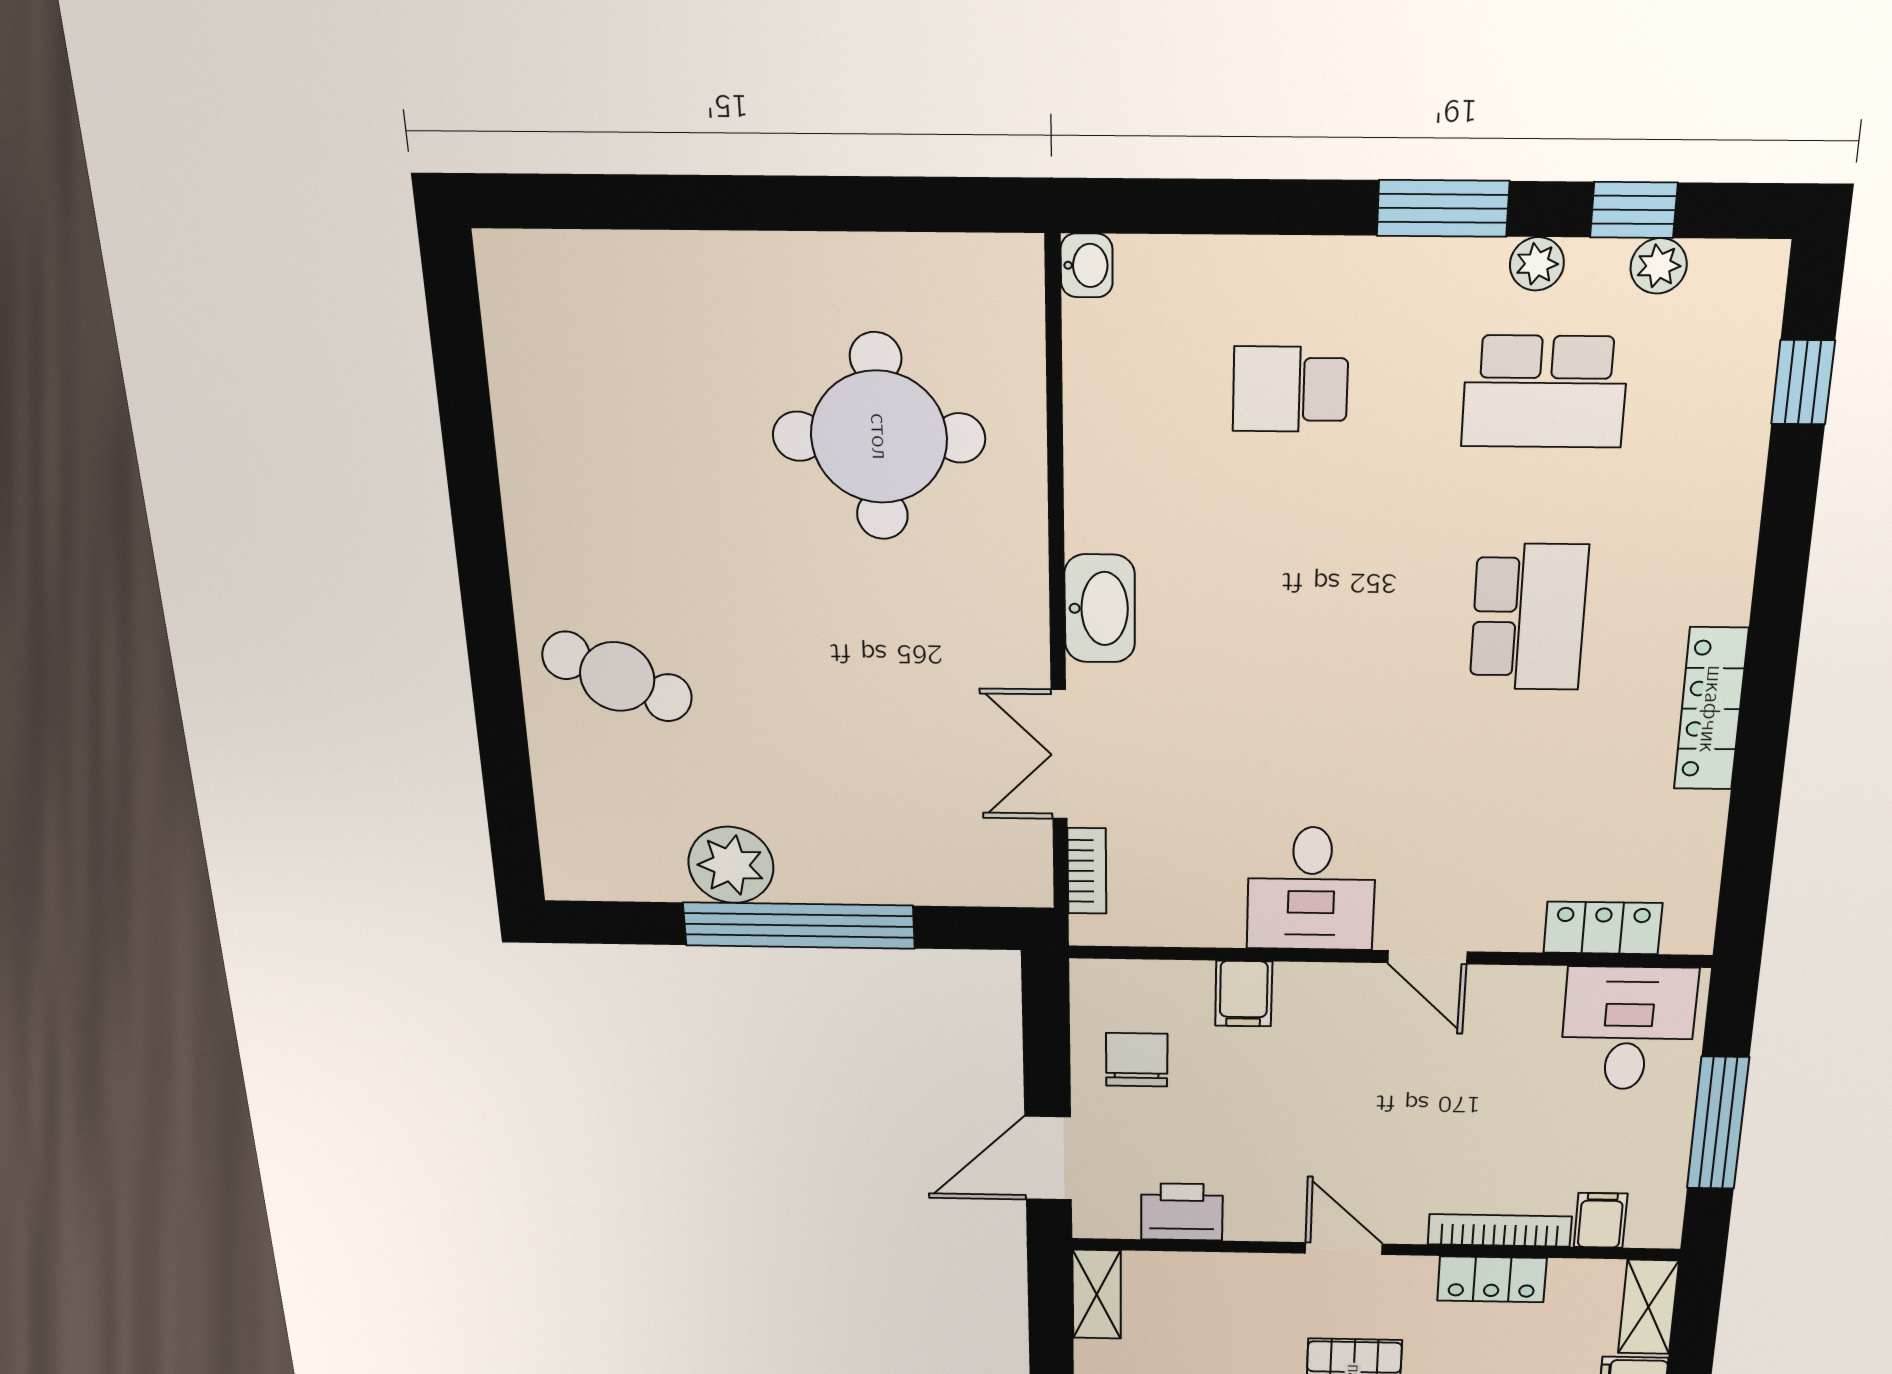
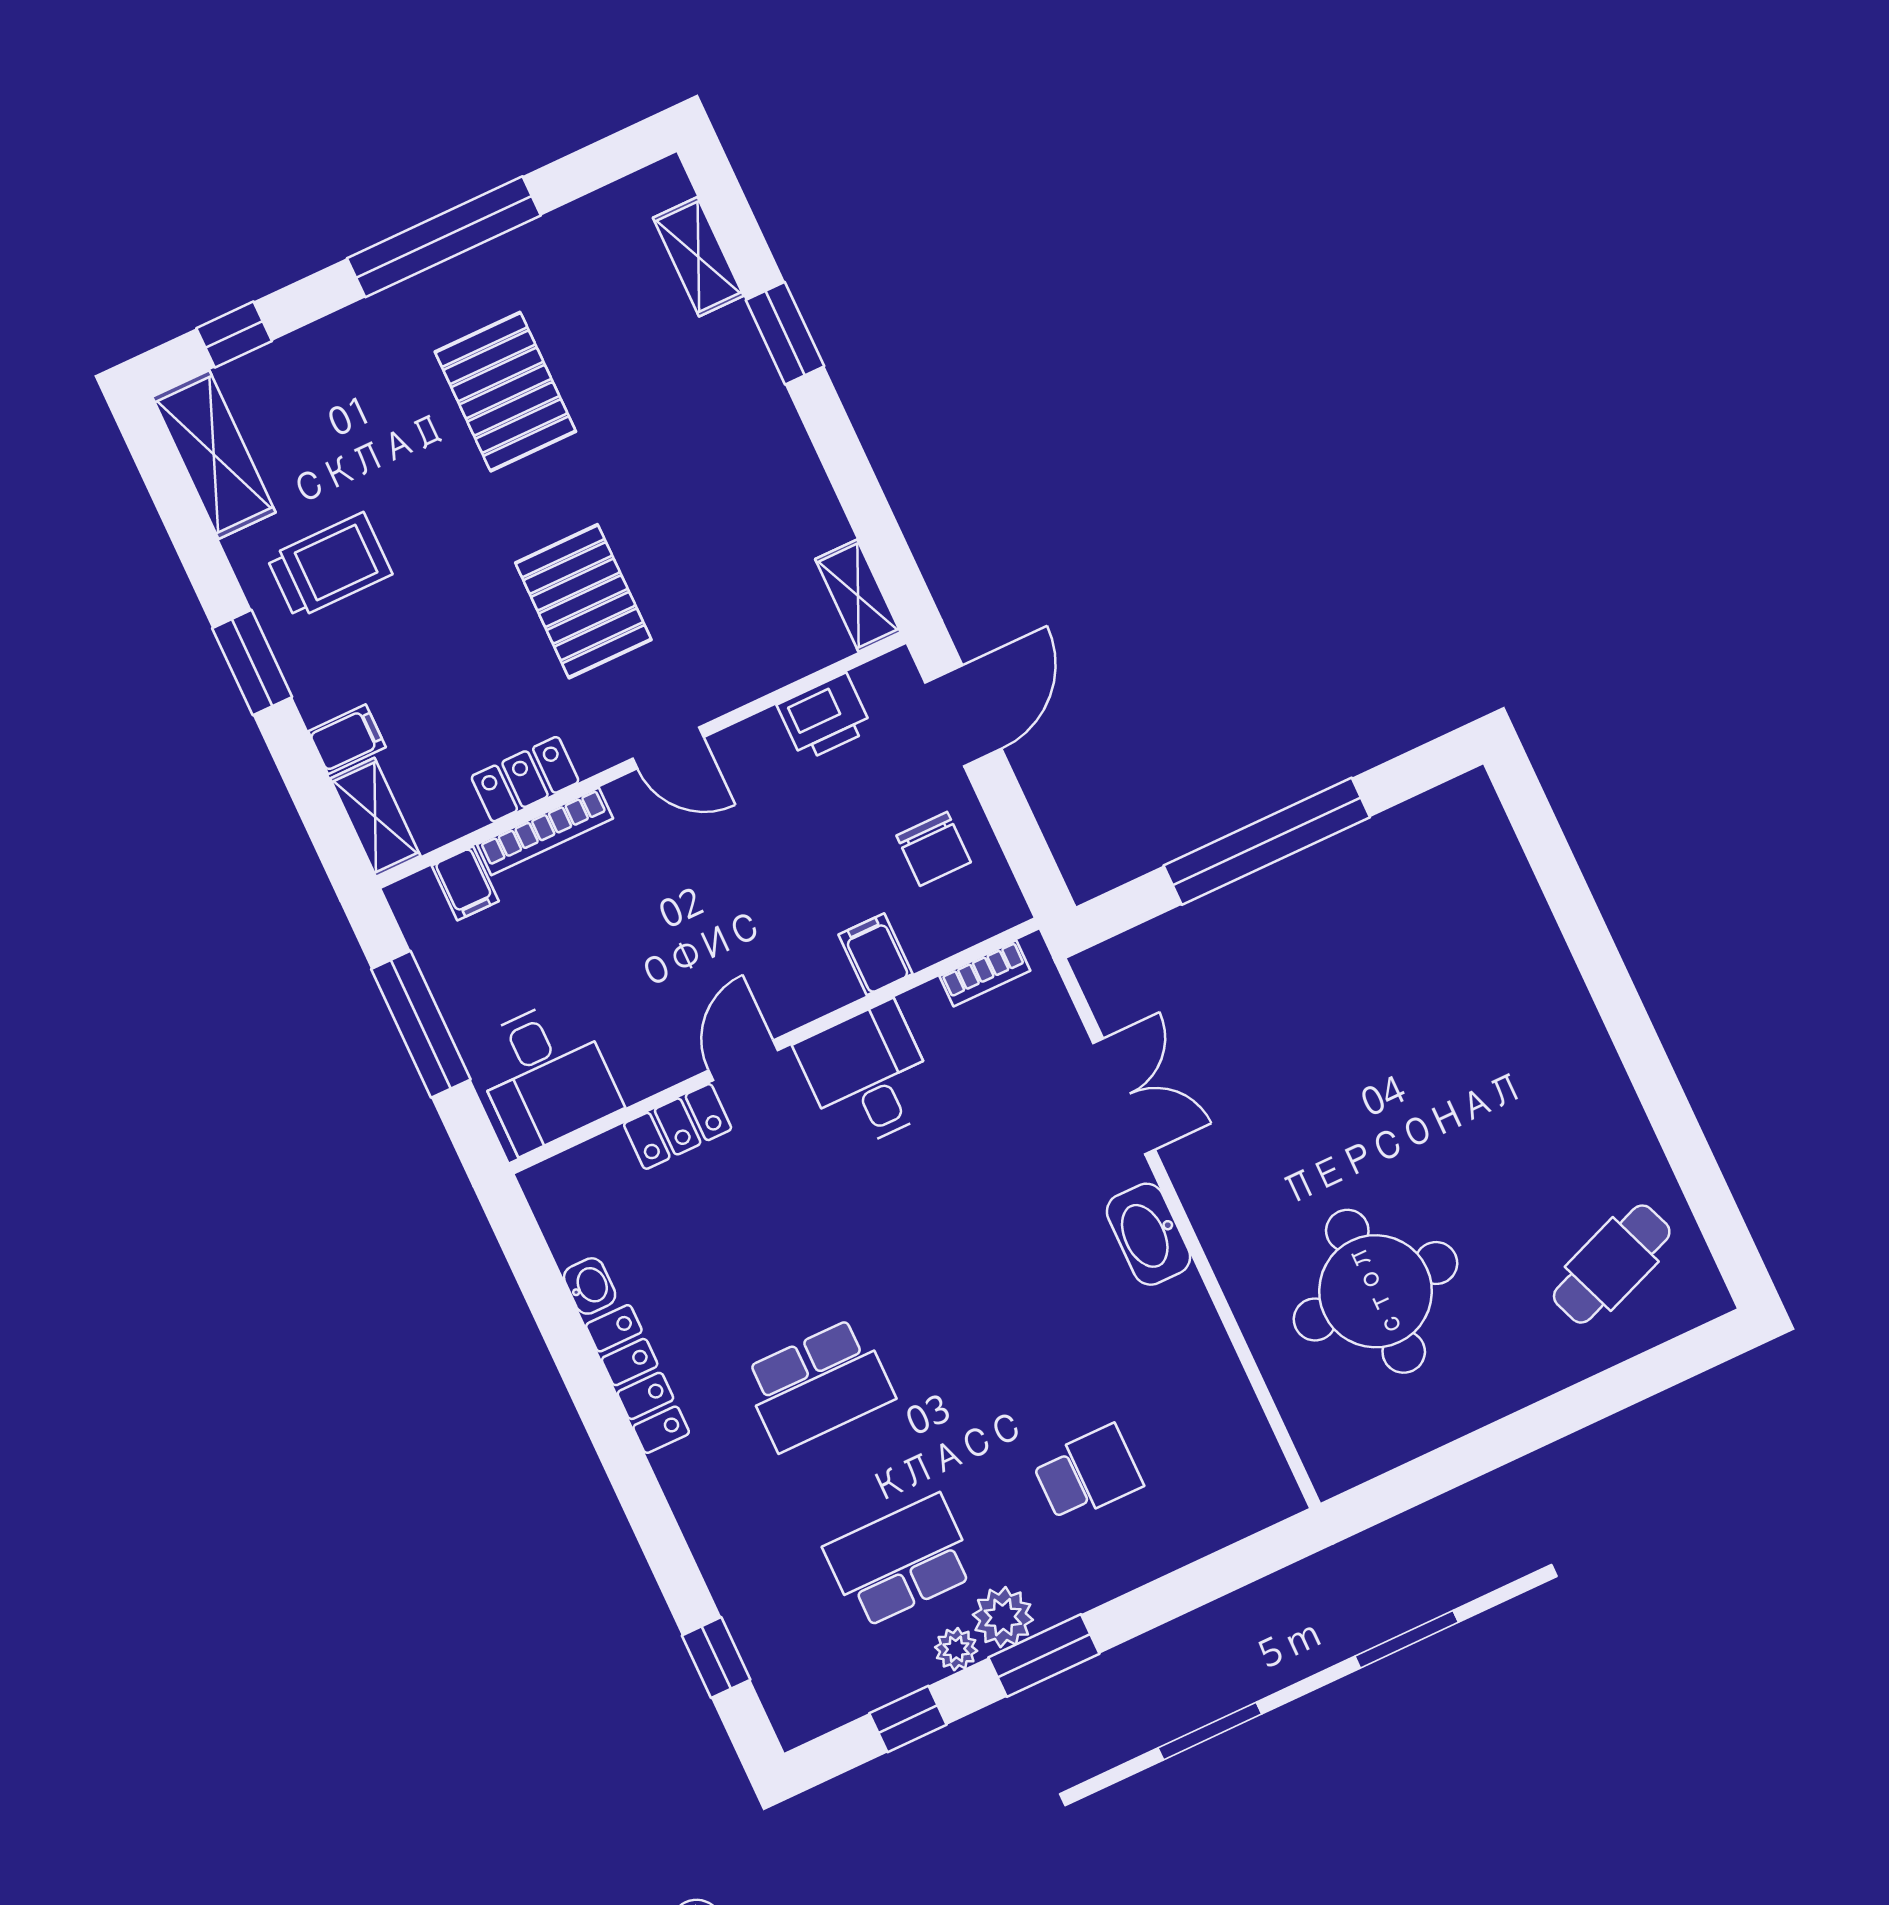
washbasin: (1087, 265) -> (590, 1286), moved, turned 180
plant: (1659, 266) -> (1003, 1617), moved, width x1.38, depth x1.38
school desk: (1529, 617) -> (818, 1385), turned -90
cafe table: (617, 677) -> (1612, 1264), moved, turned -45
plant: (731, 865) -> (1344, 871), removed
bookcase: (1087, 871) -> (985, 973), moved, turned -90
locker: (1603, 928) -> (678, 1126), moved
door: (1427, 957) -> (743, 1060), hinge flipped

